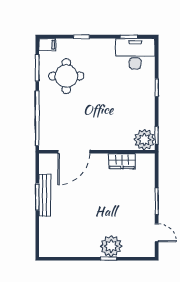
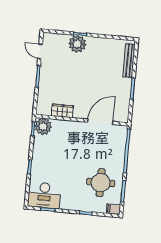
bench: (45, 195) -> (129, 61), moved

